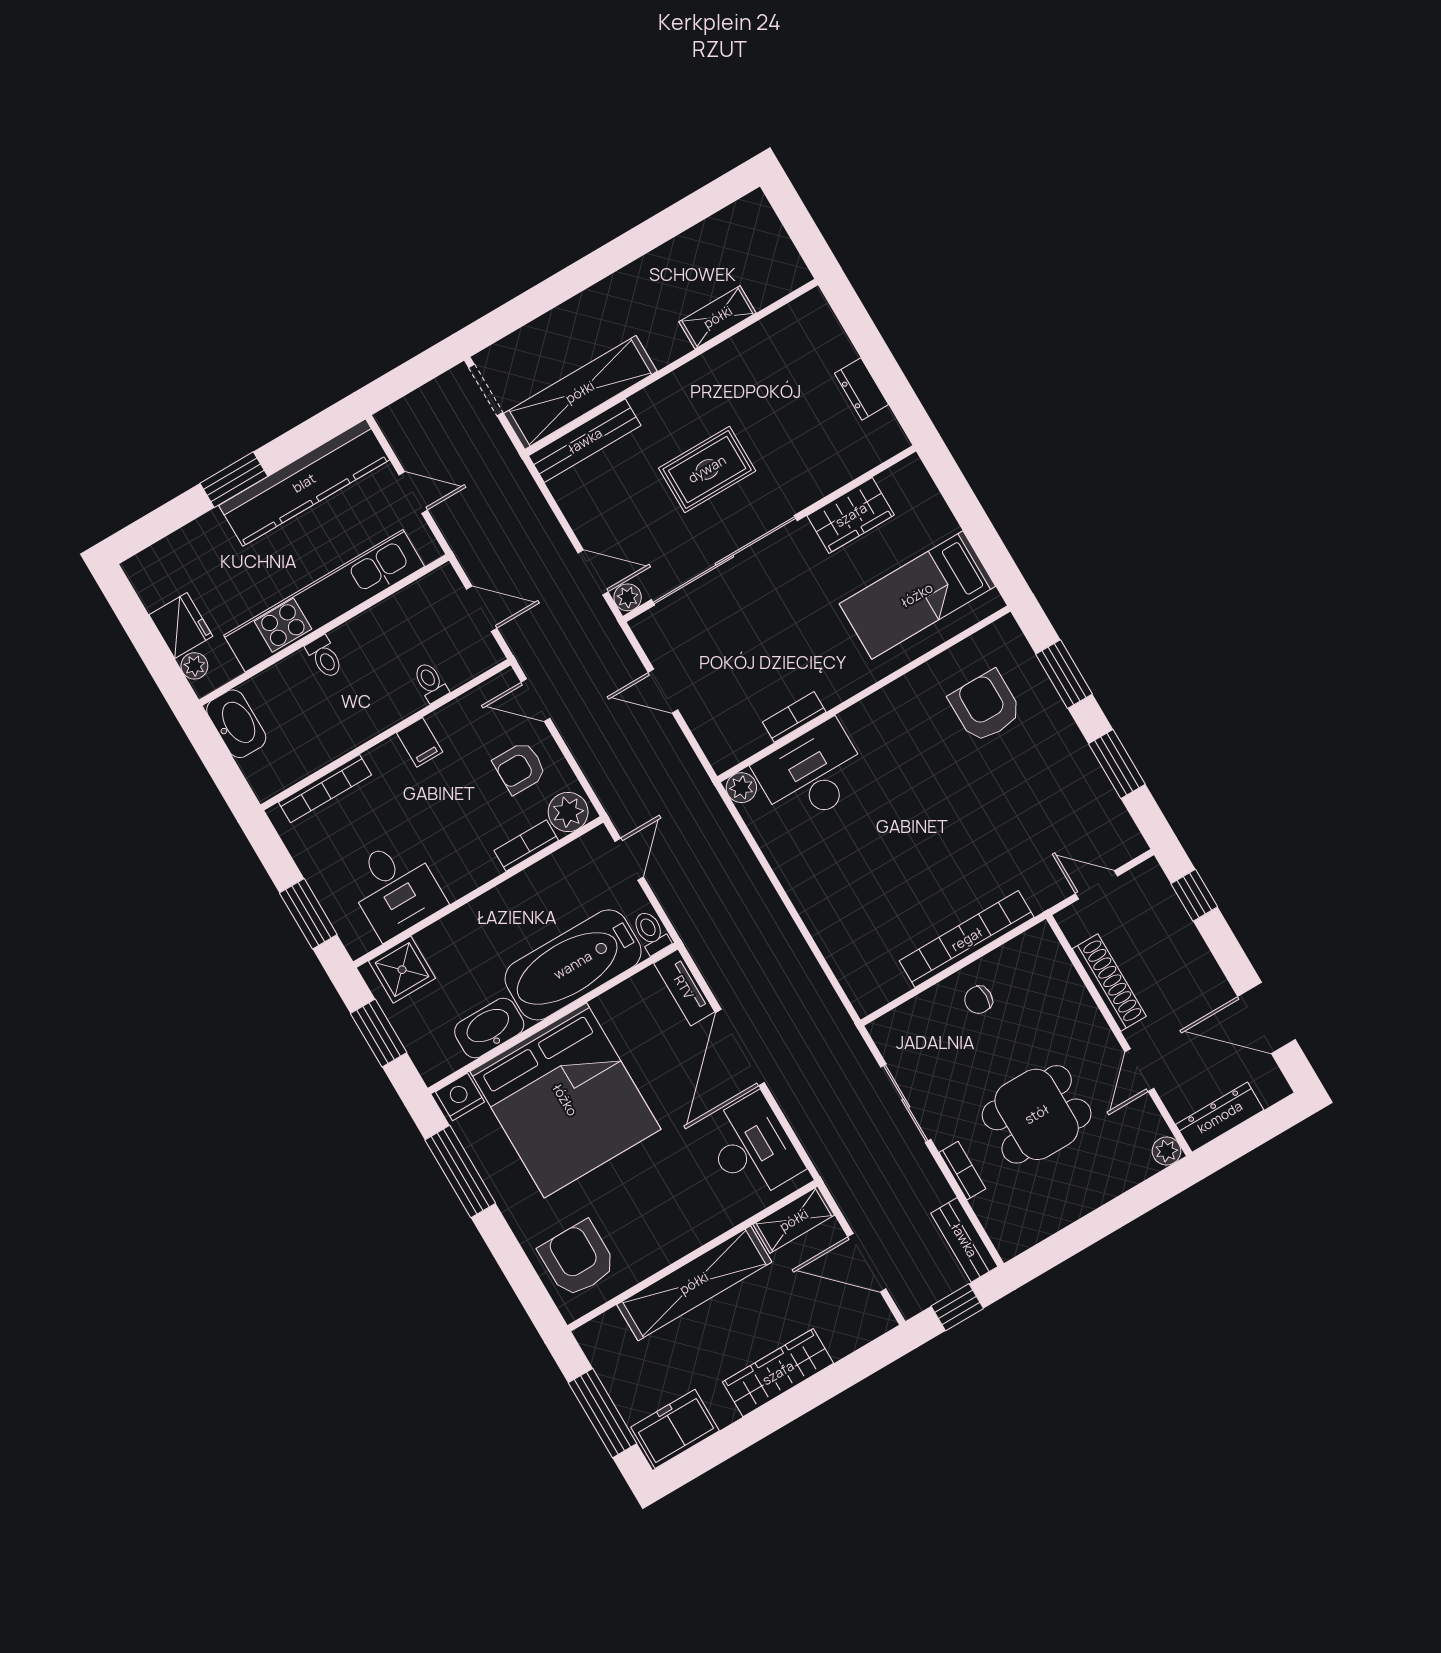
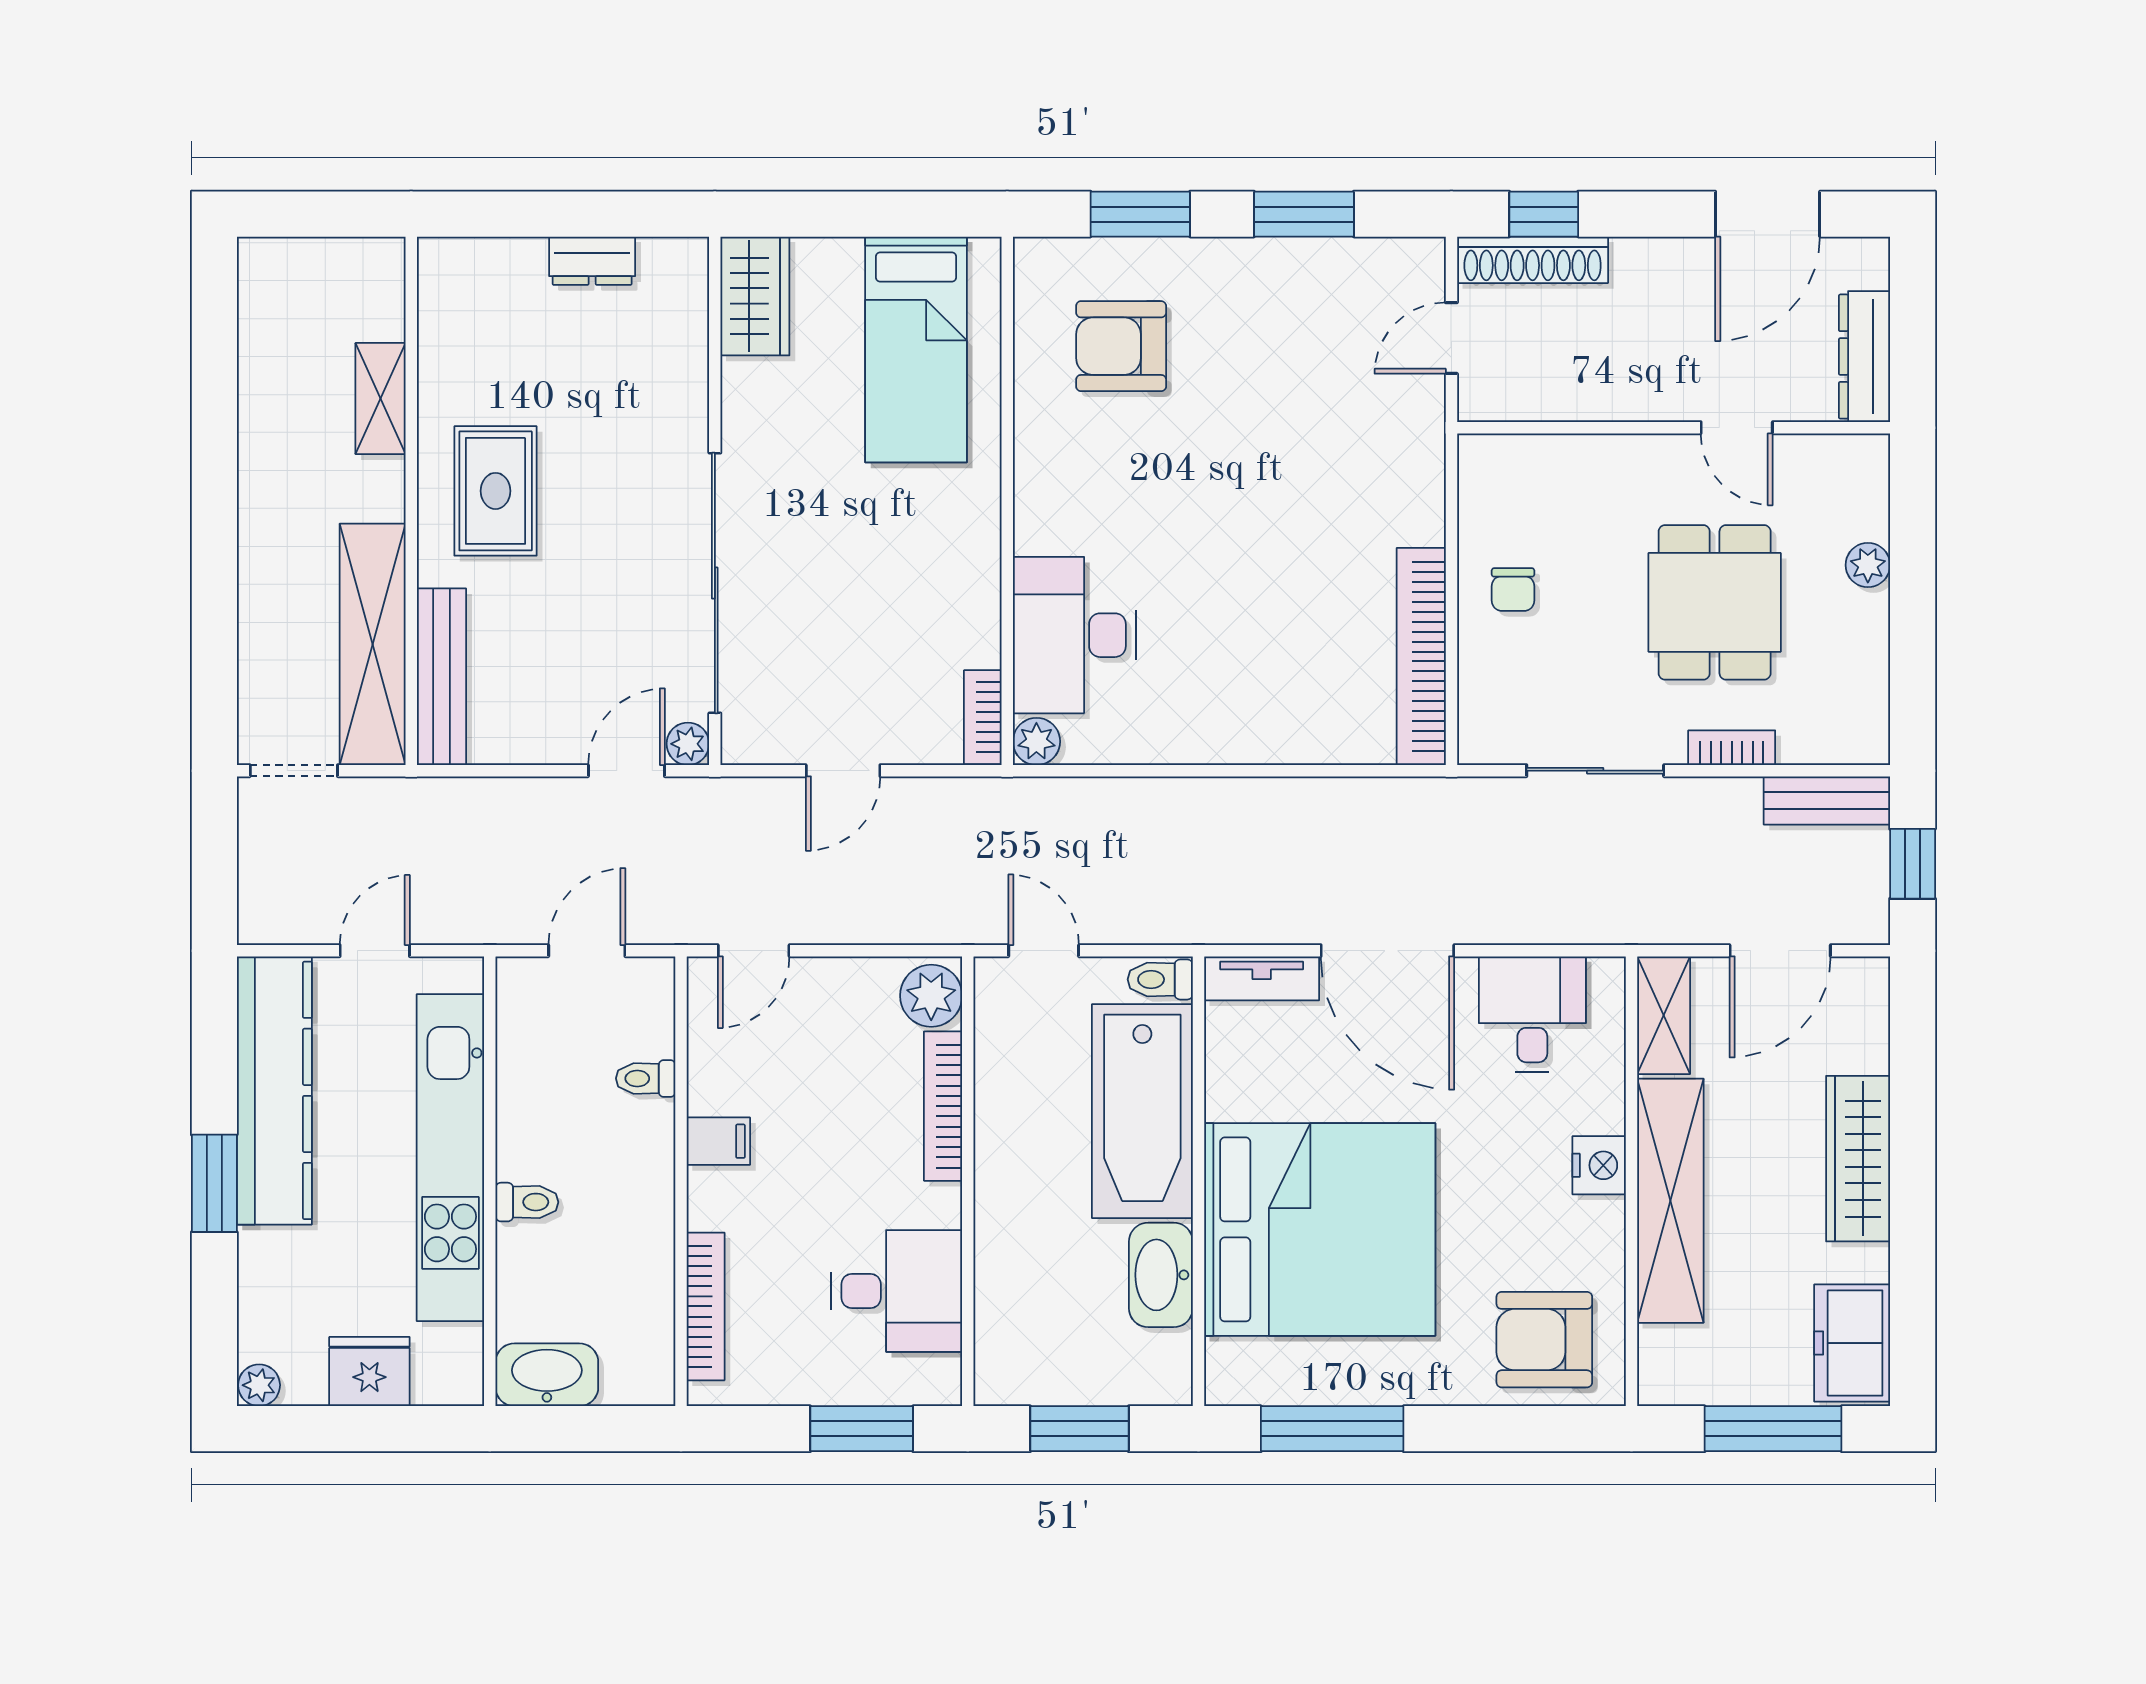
rug: (707, 469) -> (496, 491), moved
wardrobe: (851, 515) -> (755, 296), moved
plant: (194, 666) -> (259, 1385), moved
bookcase: (794, 717) -> (983, 717), moved
armchair: (520, 768) -> (833, 1026), removed
bookcase: (526, 845) -> (943, 1106), width x1.56
bookcase: (967, 939) -> (1421, 657), moved
shower: (402, 970) -> (1012, 1346), removed
shoe rack: (1109, 983) -> (1533, 260), moved, turned 180
nightstand: (460, 1097) -> (1599, 1165), moved, turned 180
desk: (752, 1147) -> (1532, 1014), width x0.73
plant: (1167, 1151) -> (1868, 565), moved

